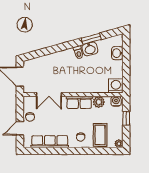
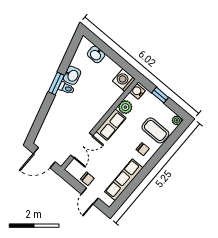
window: (91, 39) -> (56, 83), moved

